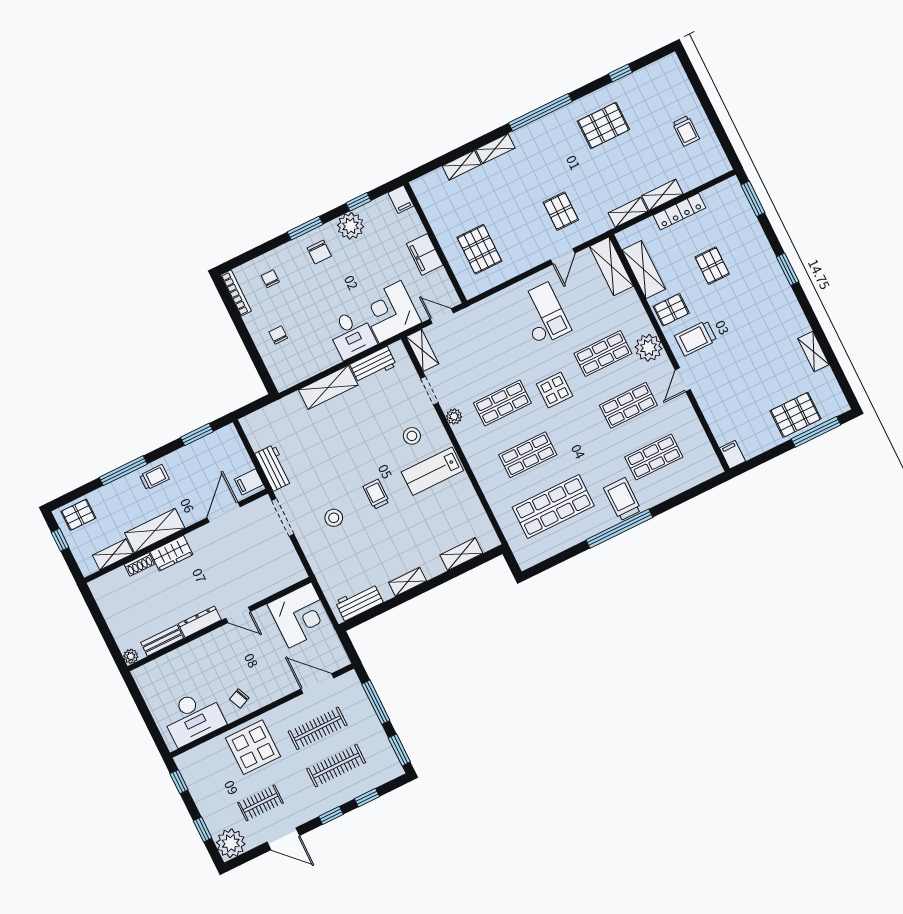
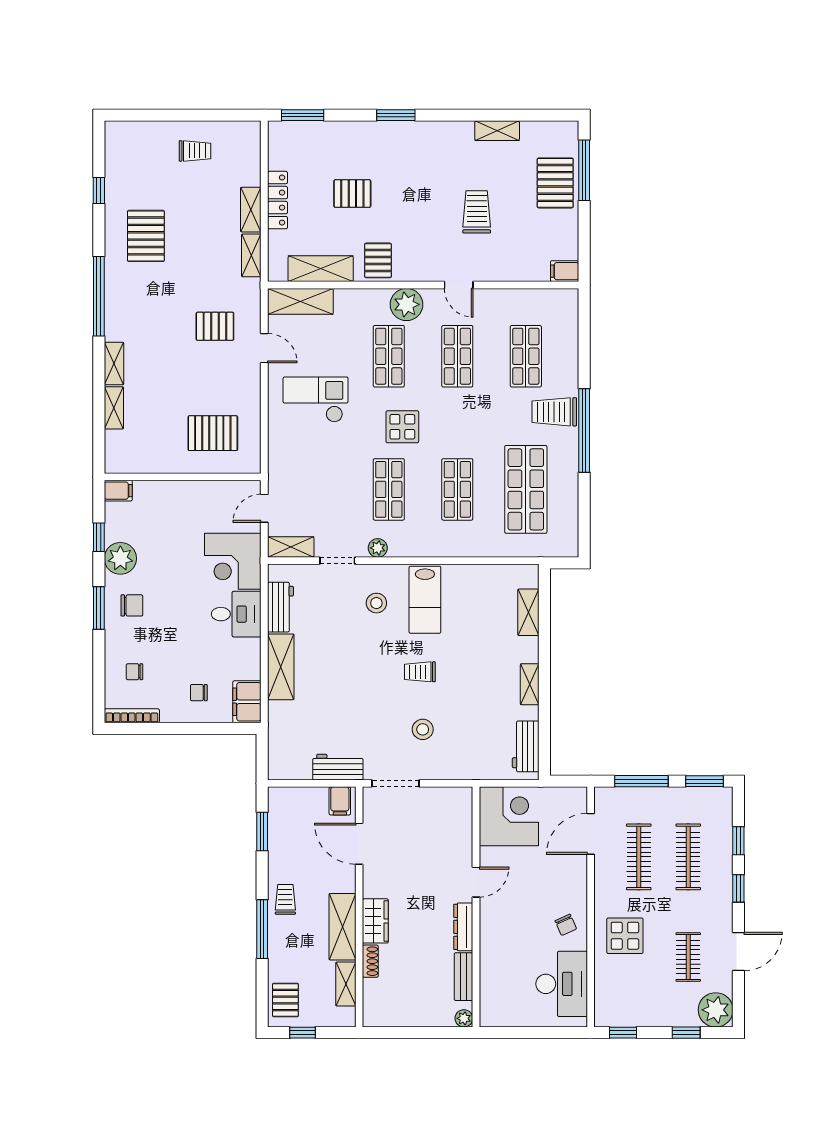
filing cabinet: (425, 254) -> (247, 702), moved, turned 90
trolley: (696, 338) -> (477, 212), moved, turned 180
display table: (253, 747) -> (625, 936), width x0.73, depth x0.73

